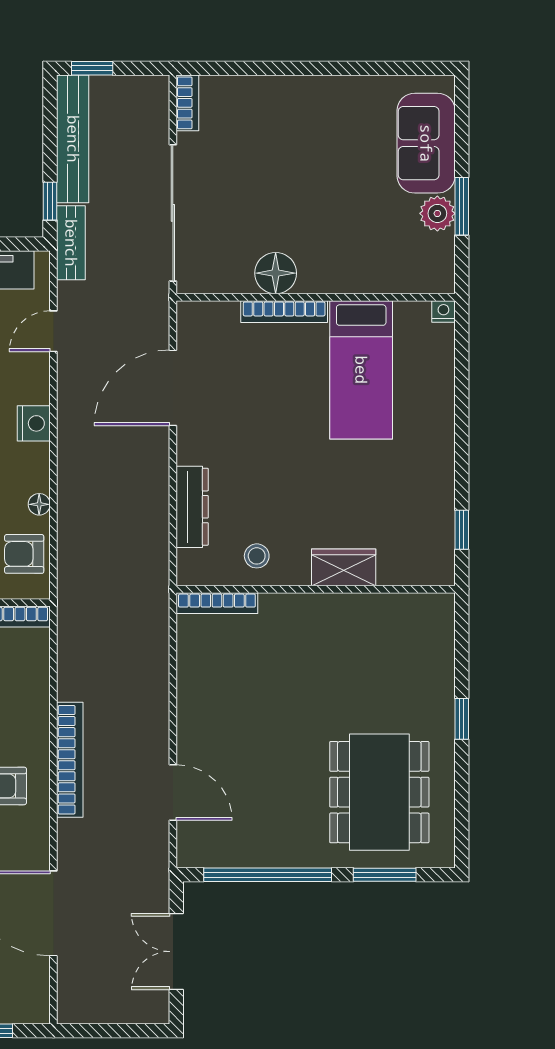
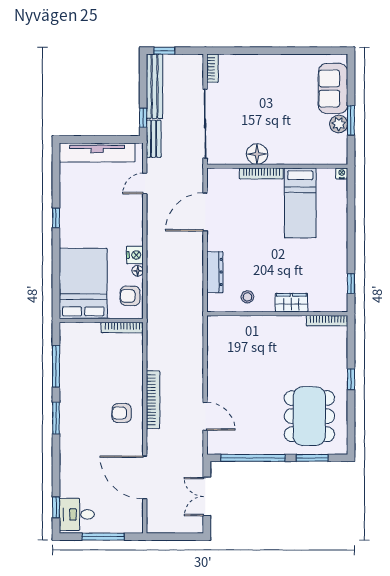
nightstand: (34, 423) -> (135, 255), moved
bookcase: (217, 603) -> (327, 321), moved

